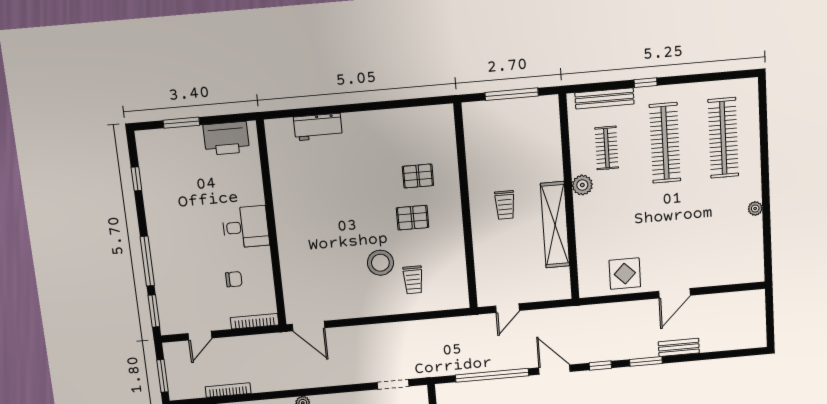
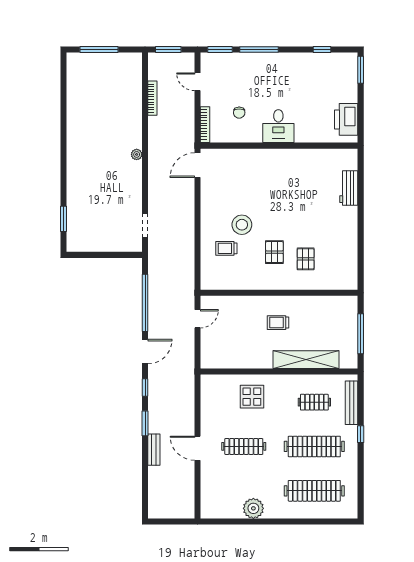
window: (181, 123) -> (361, 70), moved
plant: (582, 185) -> (288, 382), removed
plant: (755, 209) -> (253, 508), width x1.87, depth x1.87
shelving: (555, 225) -> (306, 360), moved
clothes rail: (669, 235) -> (244, 446), added
display table: (625, 274) -> (252, 397), moved
door: (507, 308) -> (197, 319), swing flipped

